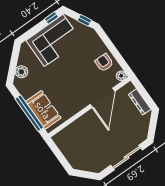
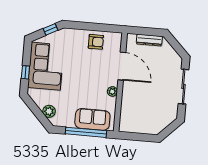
window: (51, 18) -> (25, 72), moved
armchair: (104, 63) -> (96, 42), turned 180
plant: (121, 76) -> (112, 91), moved

